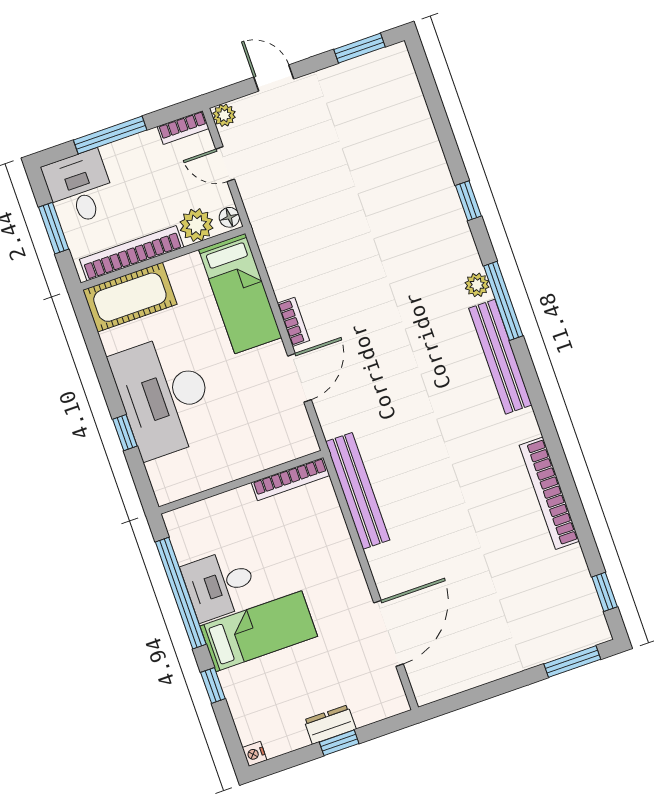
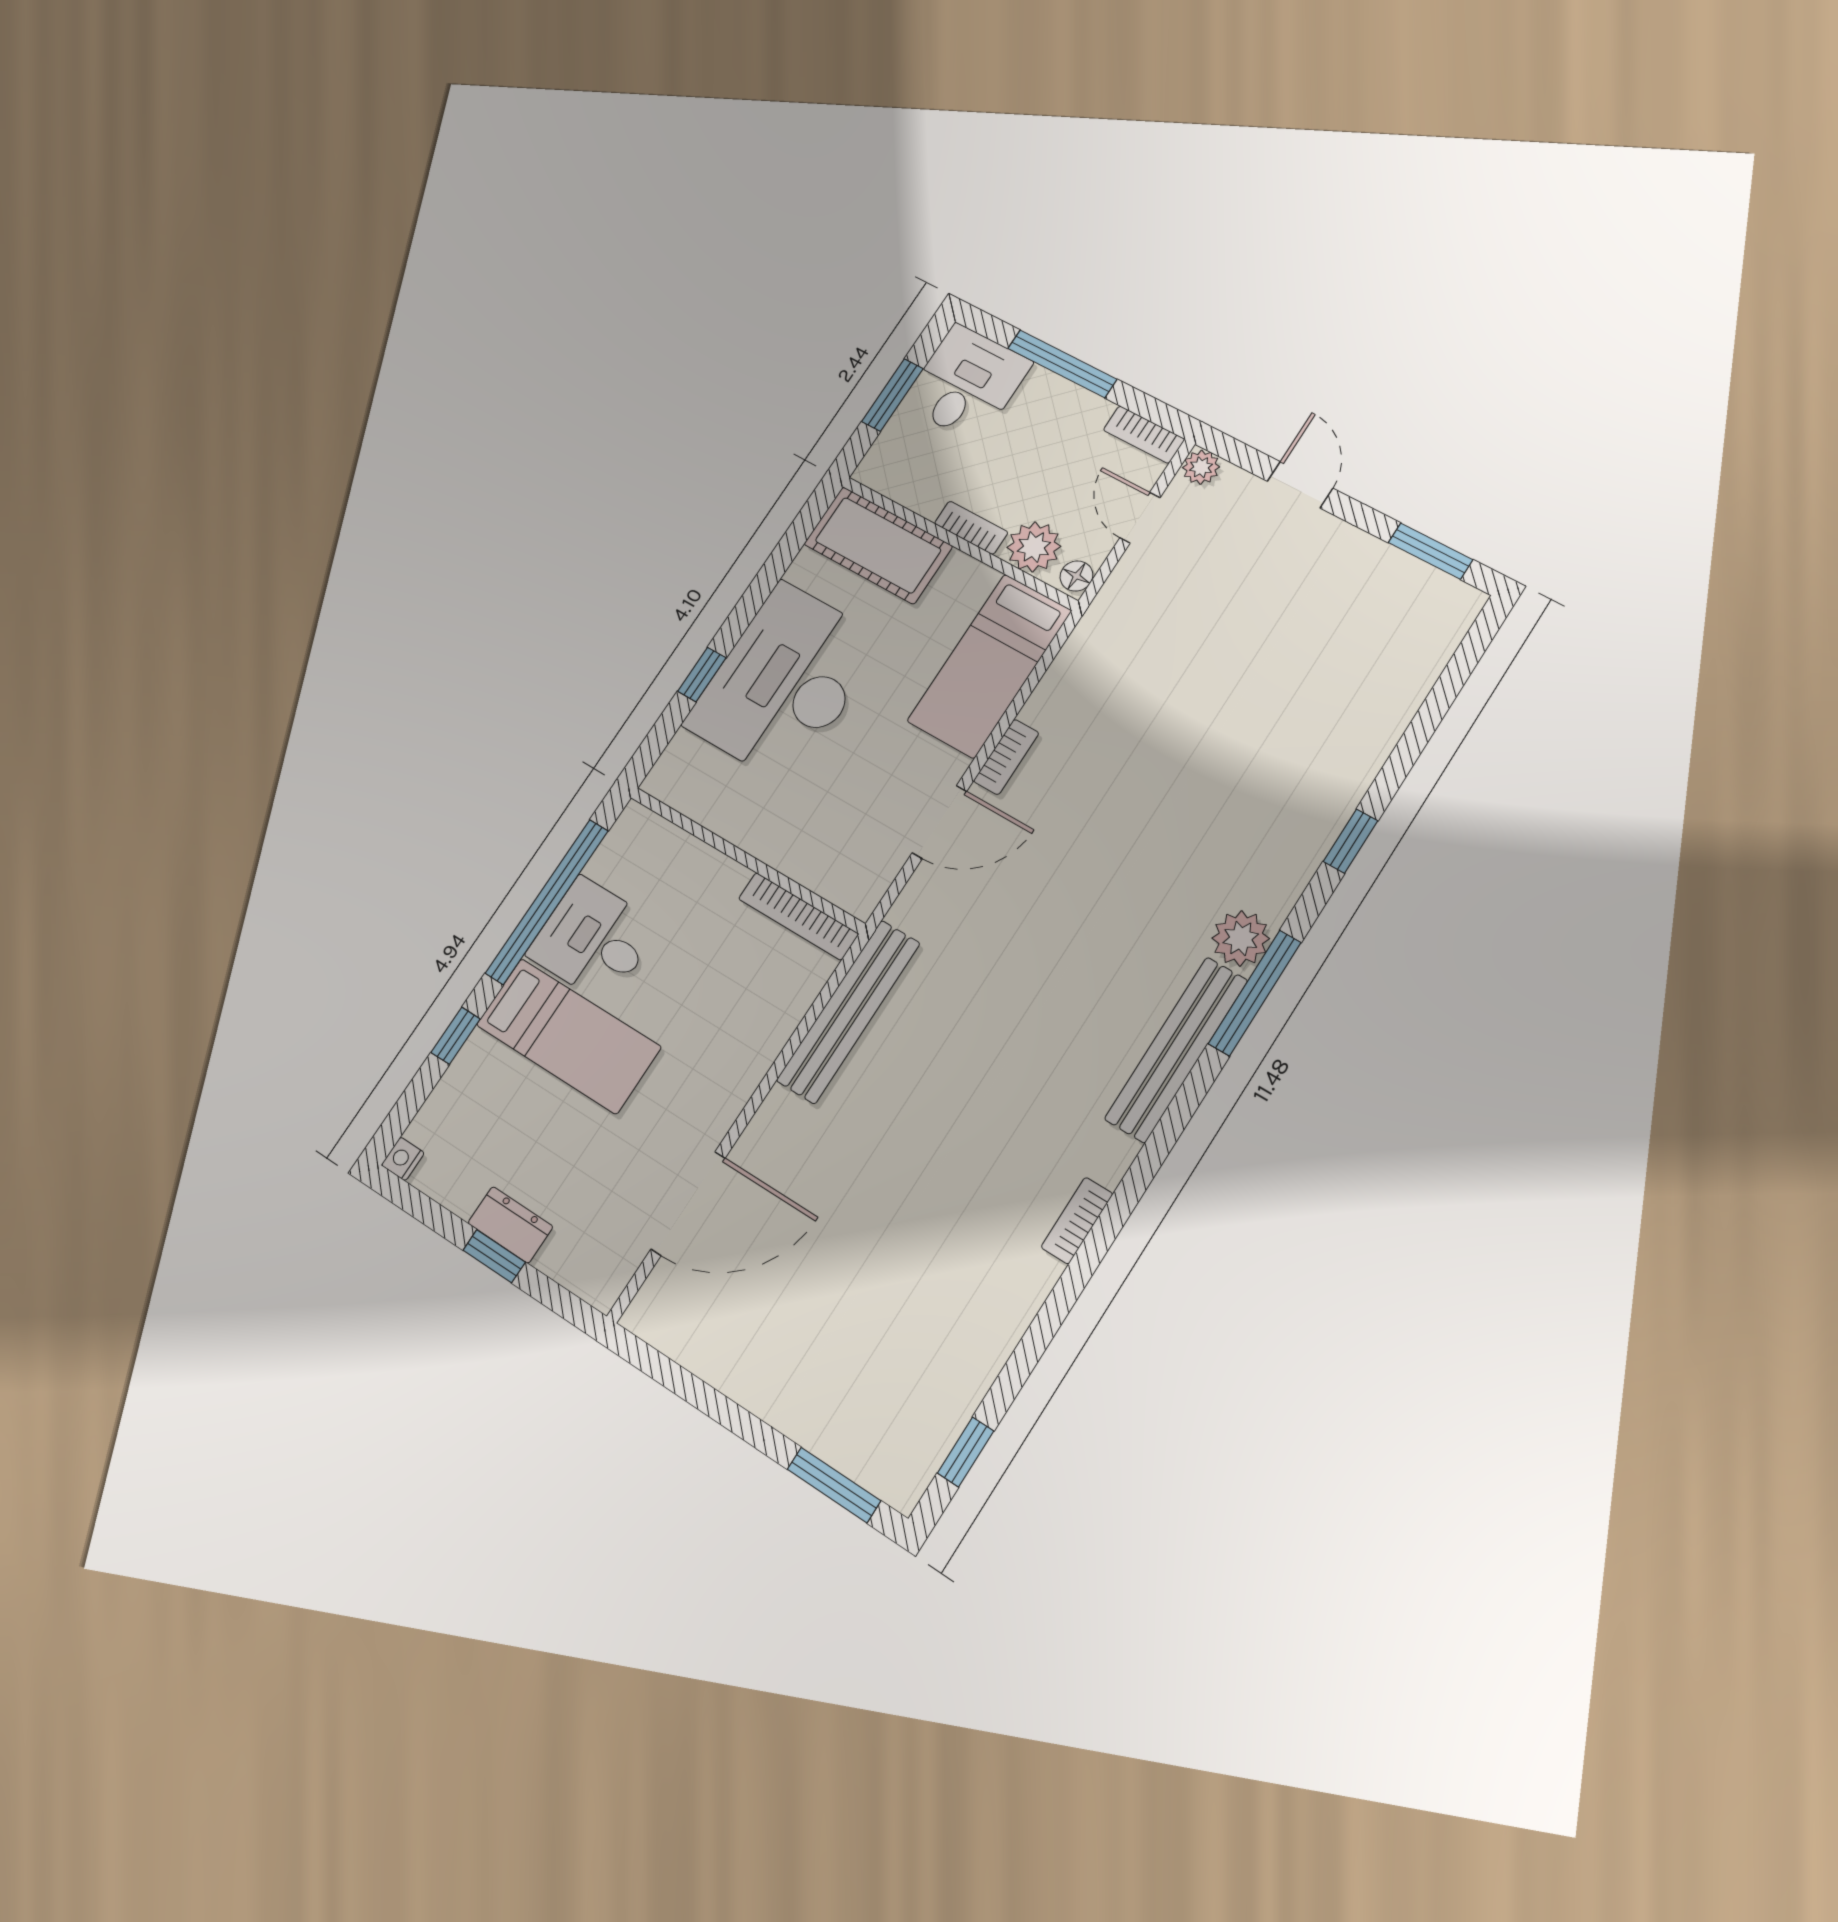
bookcase: (132, 253) -> (971, 528), width x0.43, depth x0.76
plant: (477, 285) -> (1241, 938), width x1.38, depth x1.38
bookcase: (549, 493) -> (1077, 1221), width x0.43, depth x0.76

